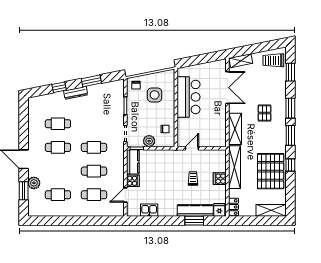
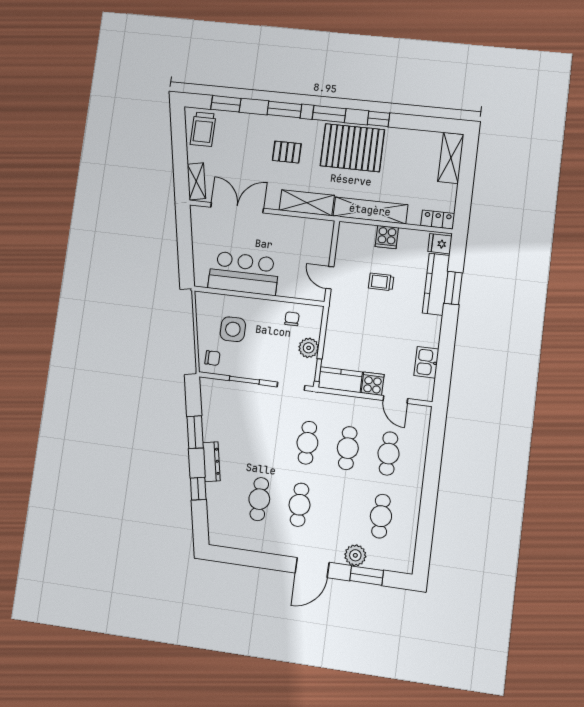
pallet: (271, 171) -> (352, 148), moved

